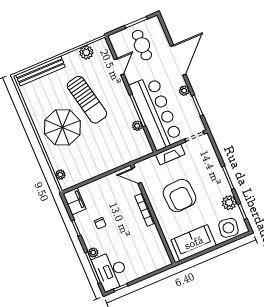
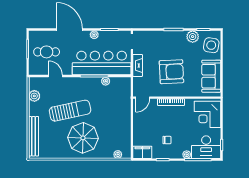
corner desk: (149, 257) -> (207, 114), added

